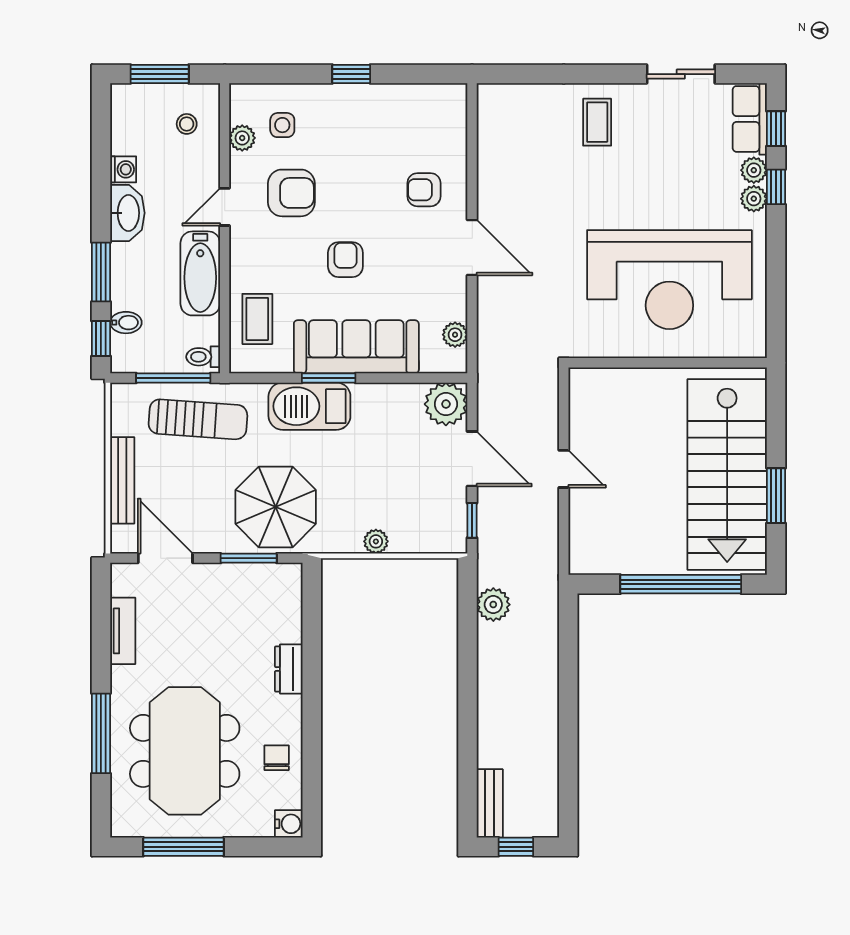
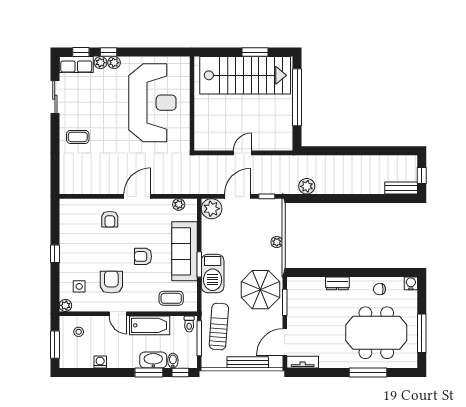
plant: (242, 138) -> (65, 305), moved
washbasin: (127, 213) -> (153, 360), moved
tv unit: (123, 631) -> (303, 362), moved

